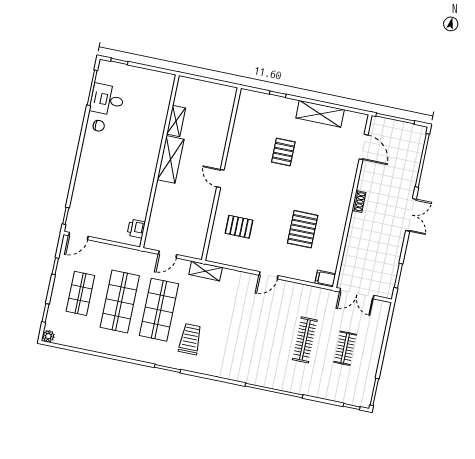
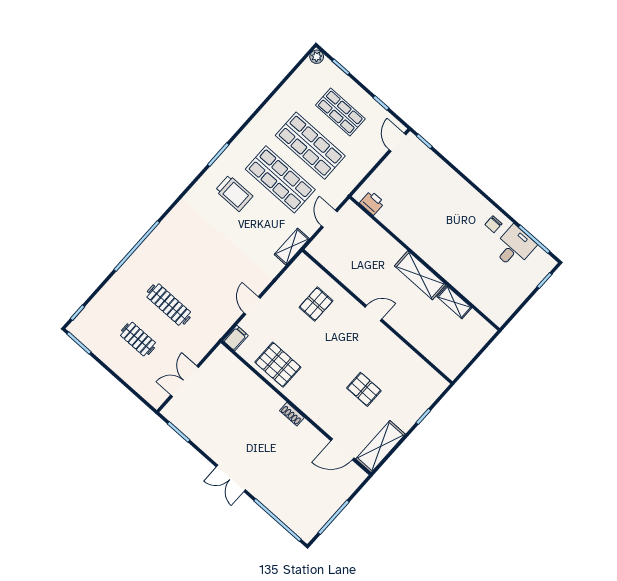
door: (364, 147) -> (342, 449), moved
wall: (352, 201) -> (296, 408), moved
shoe rack: (359, 201) -> (292, 414), moved
filing cabinet: (325, 279) -> (236, 338), moved

